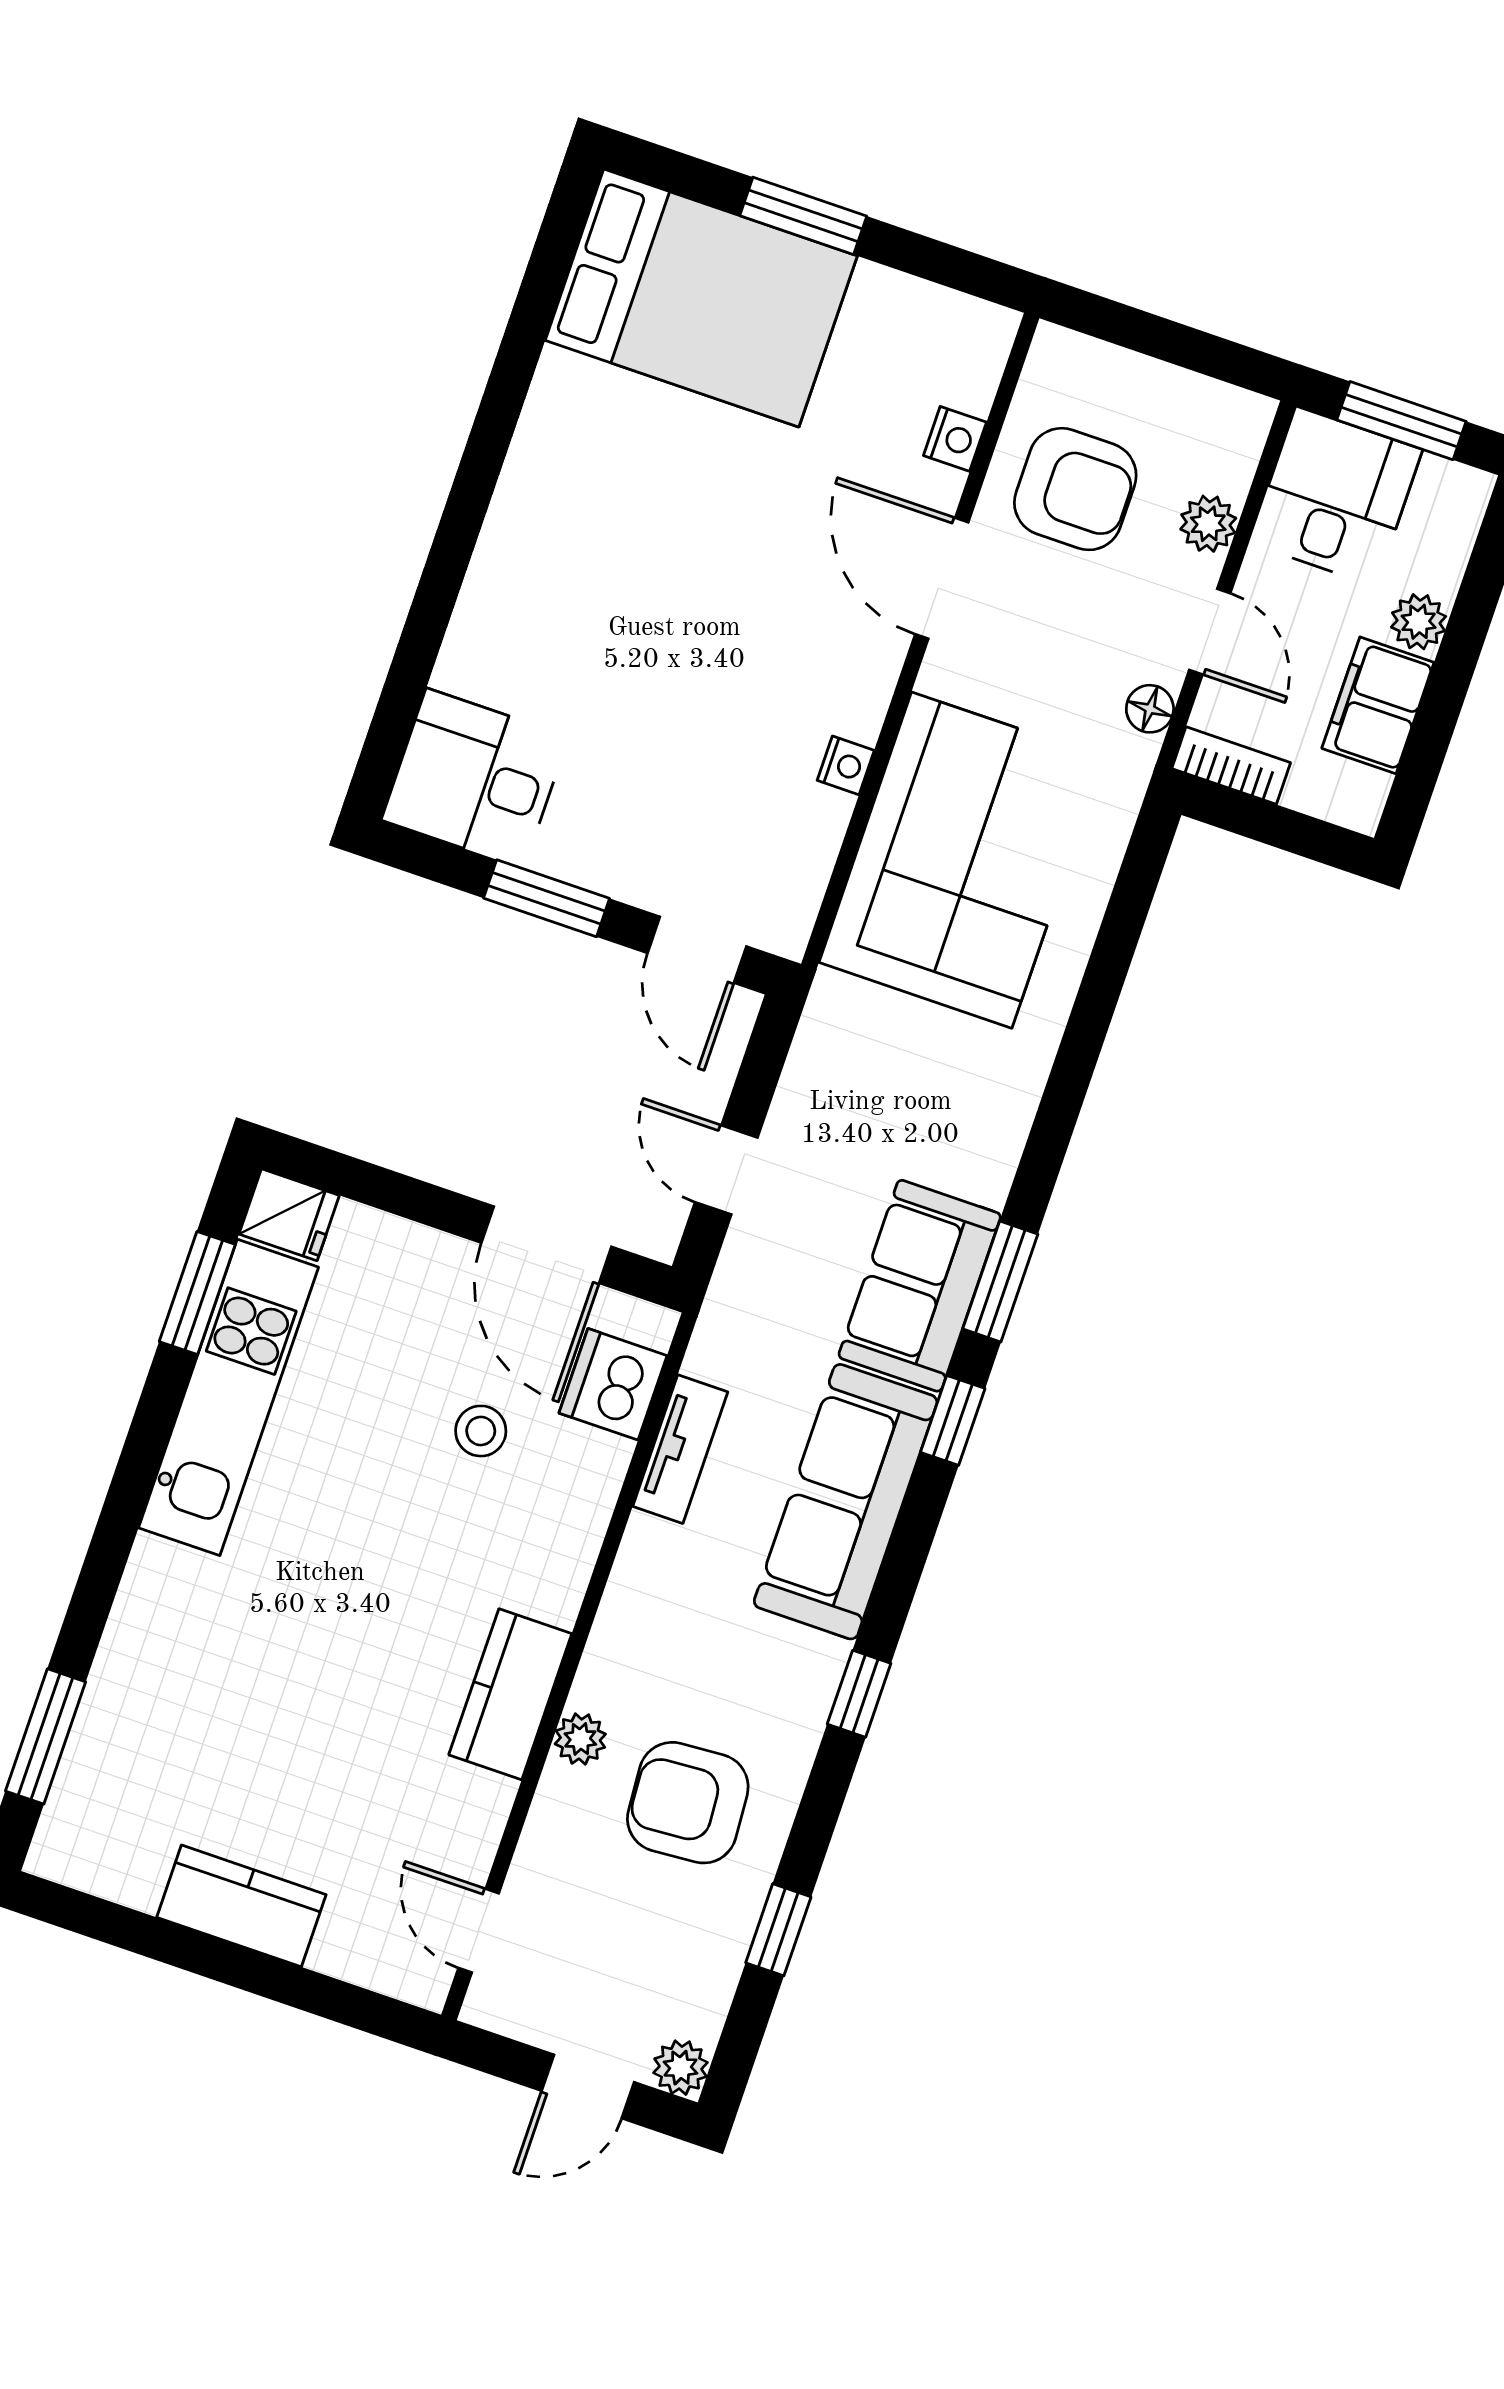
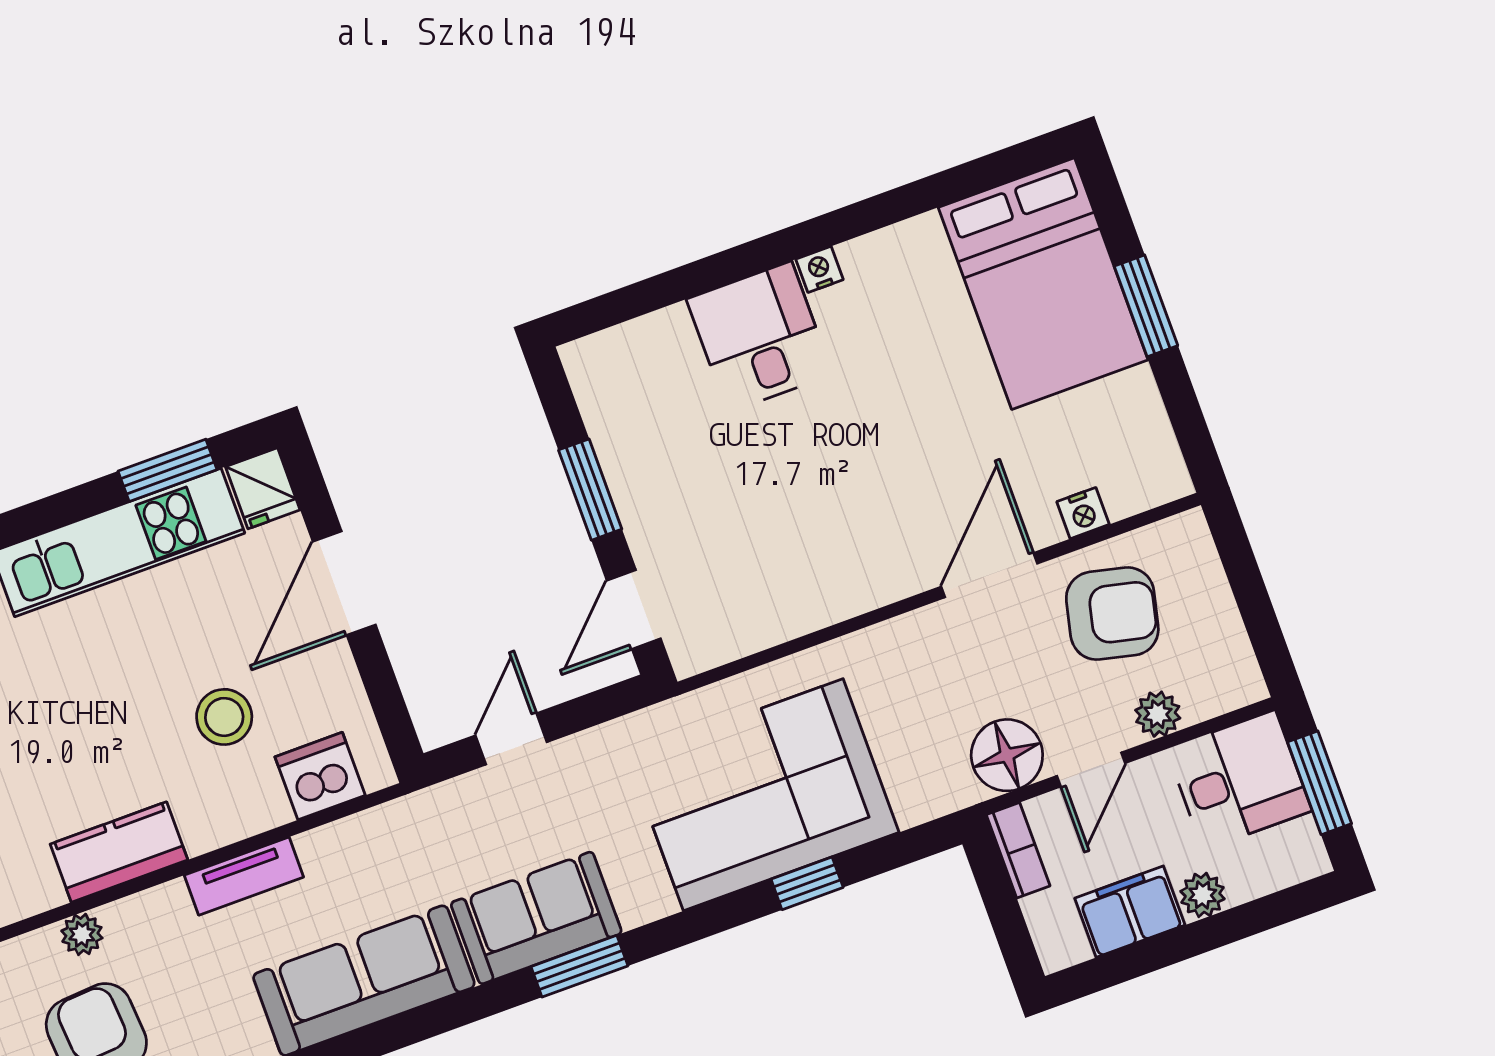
armchair: (1075, 489) -> (1112, 614), turned -77
floor lamp: (1150, 709) -> (1007, 755), width x1.89, depth x1.89
nightstand: (846, 765) -> (820, 269), moved, turned 180
desk: (475, 778) -> (760, 337), moved
corner sofa: (962, 860) -> (763, 795), moved, turned 180
door: (546, 1245) -> (344, 583), moved
window: (953, 1420) -> (807, 883), moved
stool: (481, 1431) -> (224, 717), width x1.37, depth x1.37
tv unit: (680, 1449) -> (244, 876), moved
kitchen counter: (510, 1694) -> (119, 852), moved

